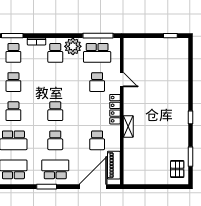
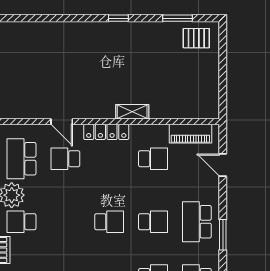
school desk: (55, 53) -> (22, 222), turned 180
school desk: (97, 53) -> (22, 159), turned 180
door: (122, 80) -> (62, 122), swing flipped
school desk: (97, 82) -> (65, 159), turned 180
door: (93, 187) -> (223, 165), width x0.53

